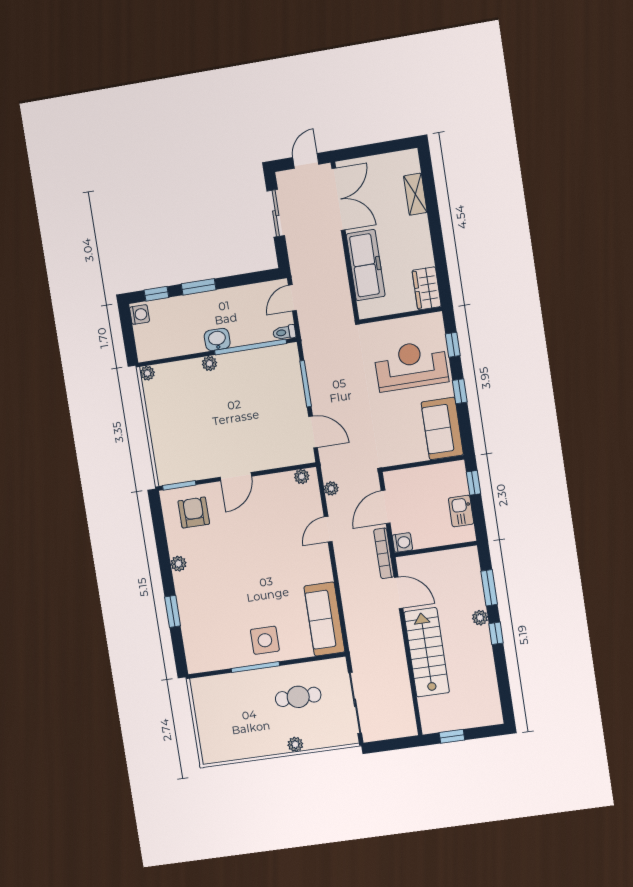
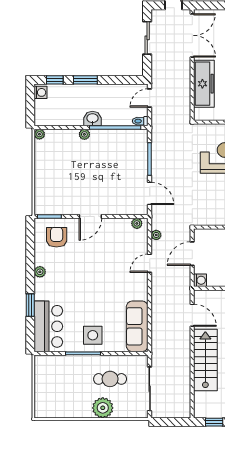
bookcase: (384, 553) -> (186, 286), removed
bar counter: (202, 637) -> (48, 326), added
plant: (295, 744) -> (103, 408), width x1.88, depth x1.88

